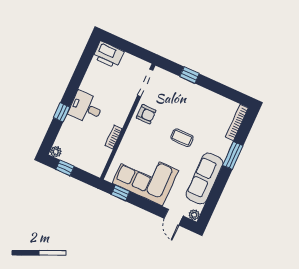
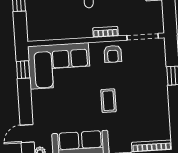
bookcase: (114, 137) -> (105, 32), moved
corner sofa: (145, 177) -> (59, 66), moved, turned 90

